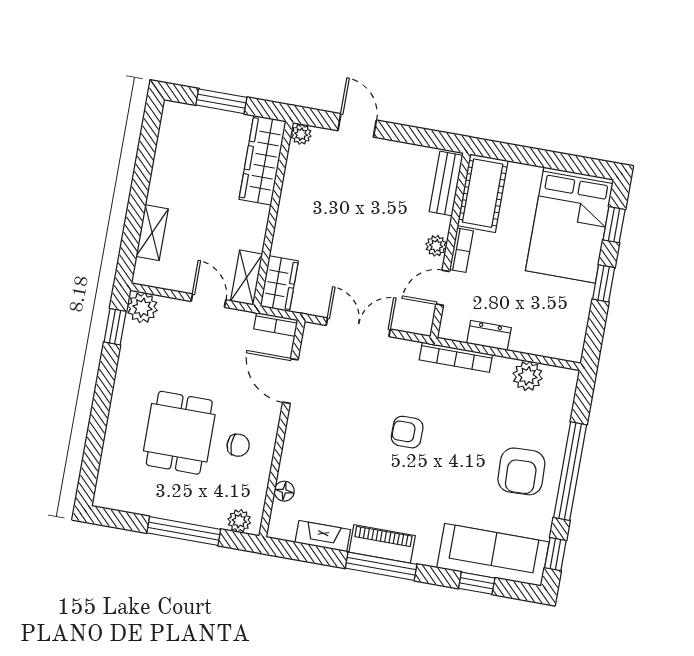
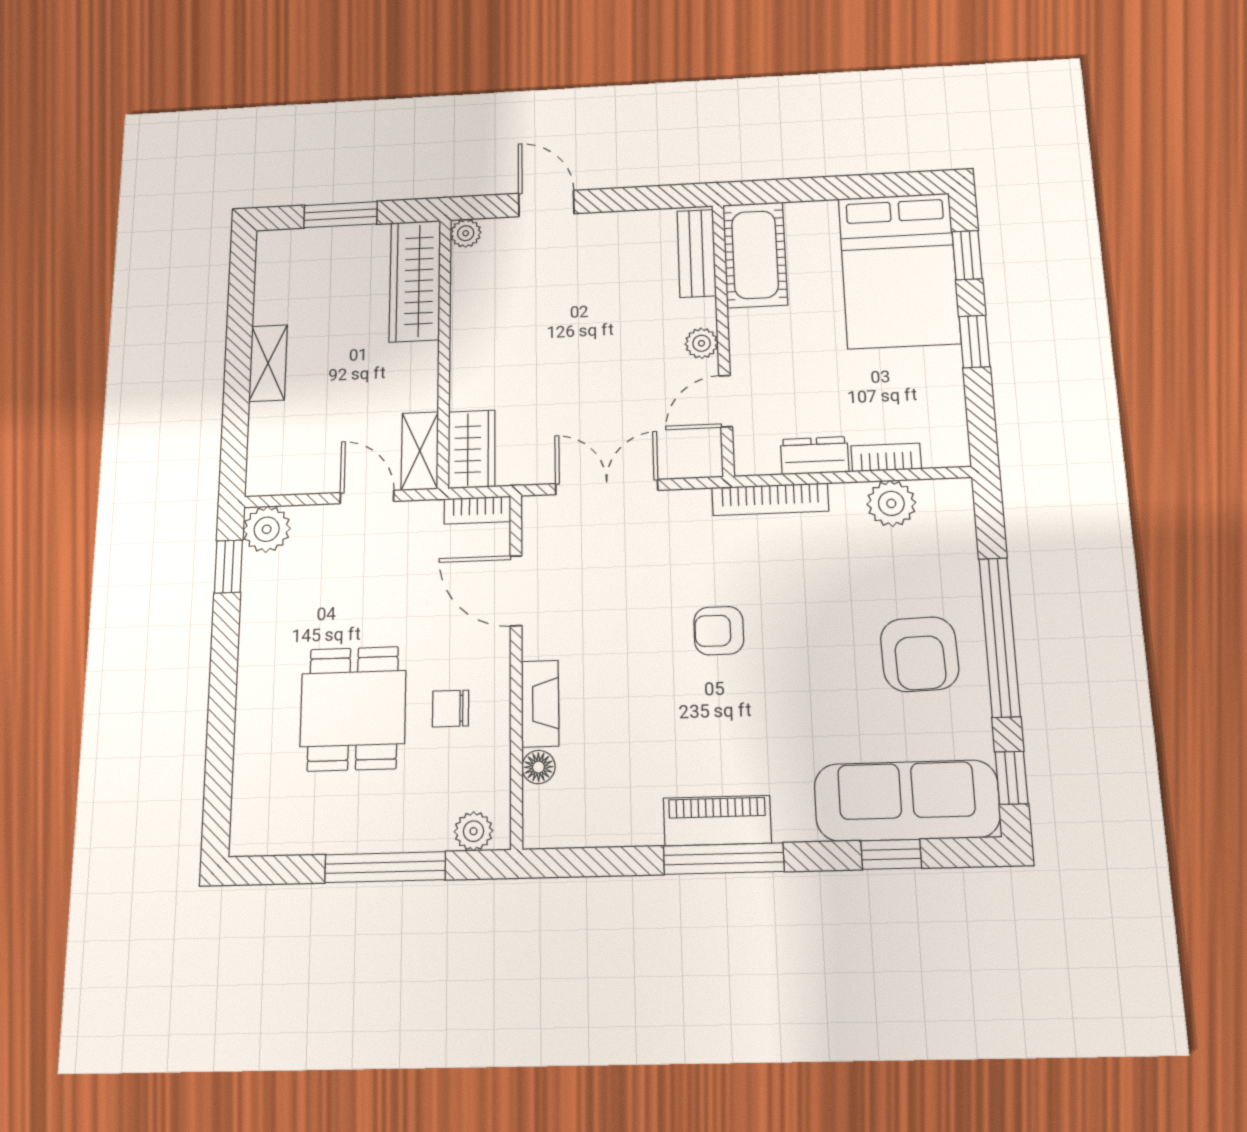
shelving: (152, 233) -> (268, 363), moved
bookcase: (461, 250) -> (886, 457), moved, turned -90
chair: (238, 445) -> (451, 709), turned 180
fireplace: (323, 536) -> (540, 704), moved, turned 90

